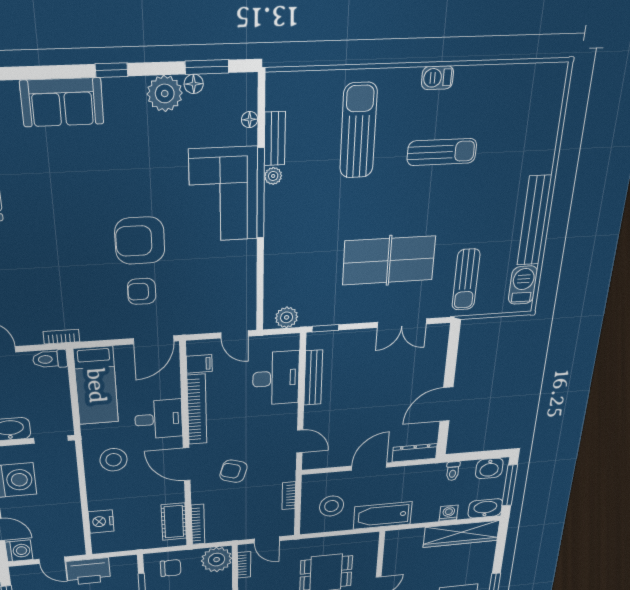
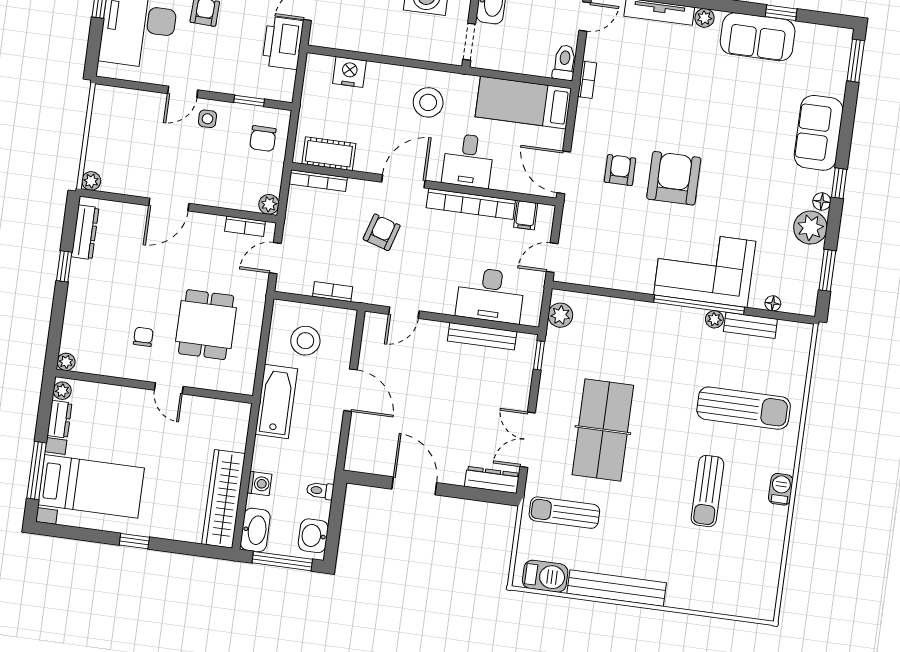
floor lamp: (194, 84) -> (822, 201), moved
dresser: (415, 453) -> (492, 480), moved, turned -90
plant: (217, 560) -> (269, 204), width x0.53, depth x0.53

